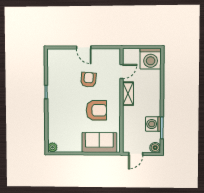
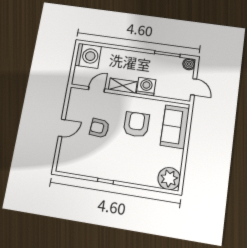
door: (121, 72) -> (97, 89), hinge flipped
washing machine: (153, 124) -> (146, 87), moved, turned 180
plant: (52, 147) -> (169, 179), width x1.88, depth x1.88

